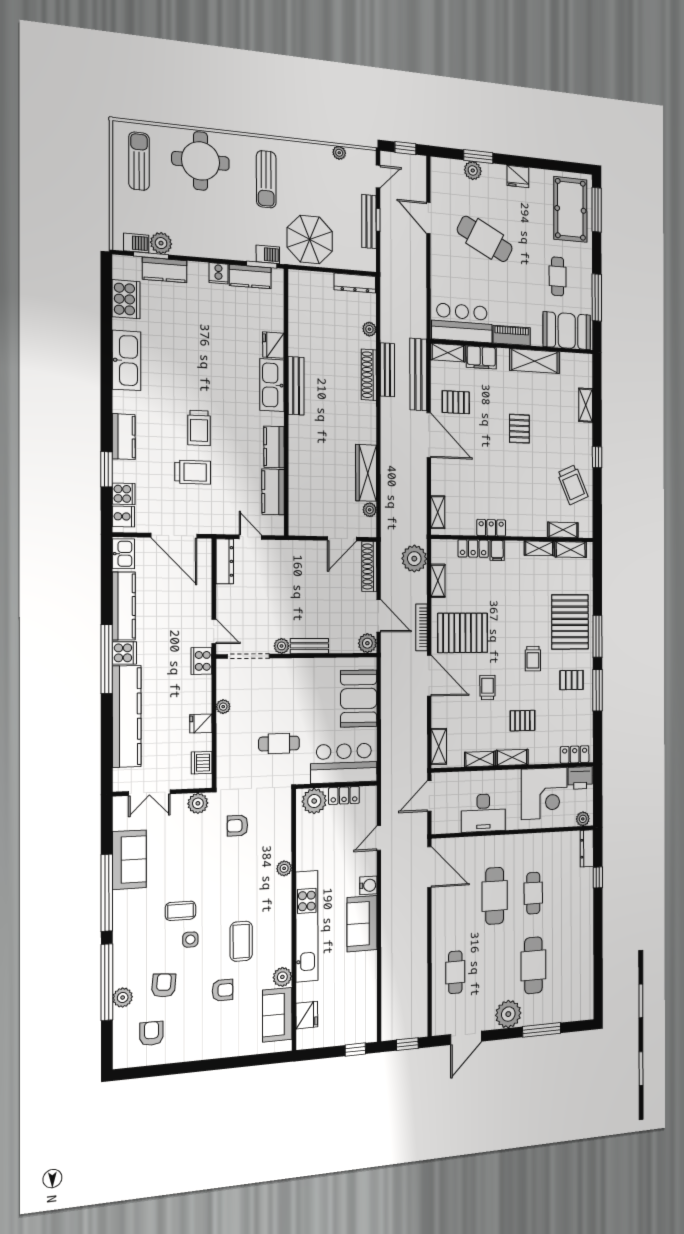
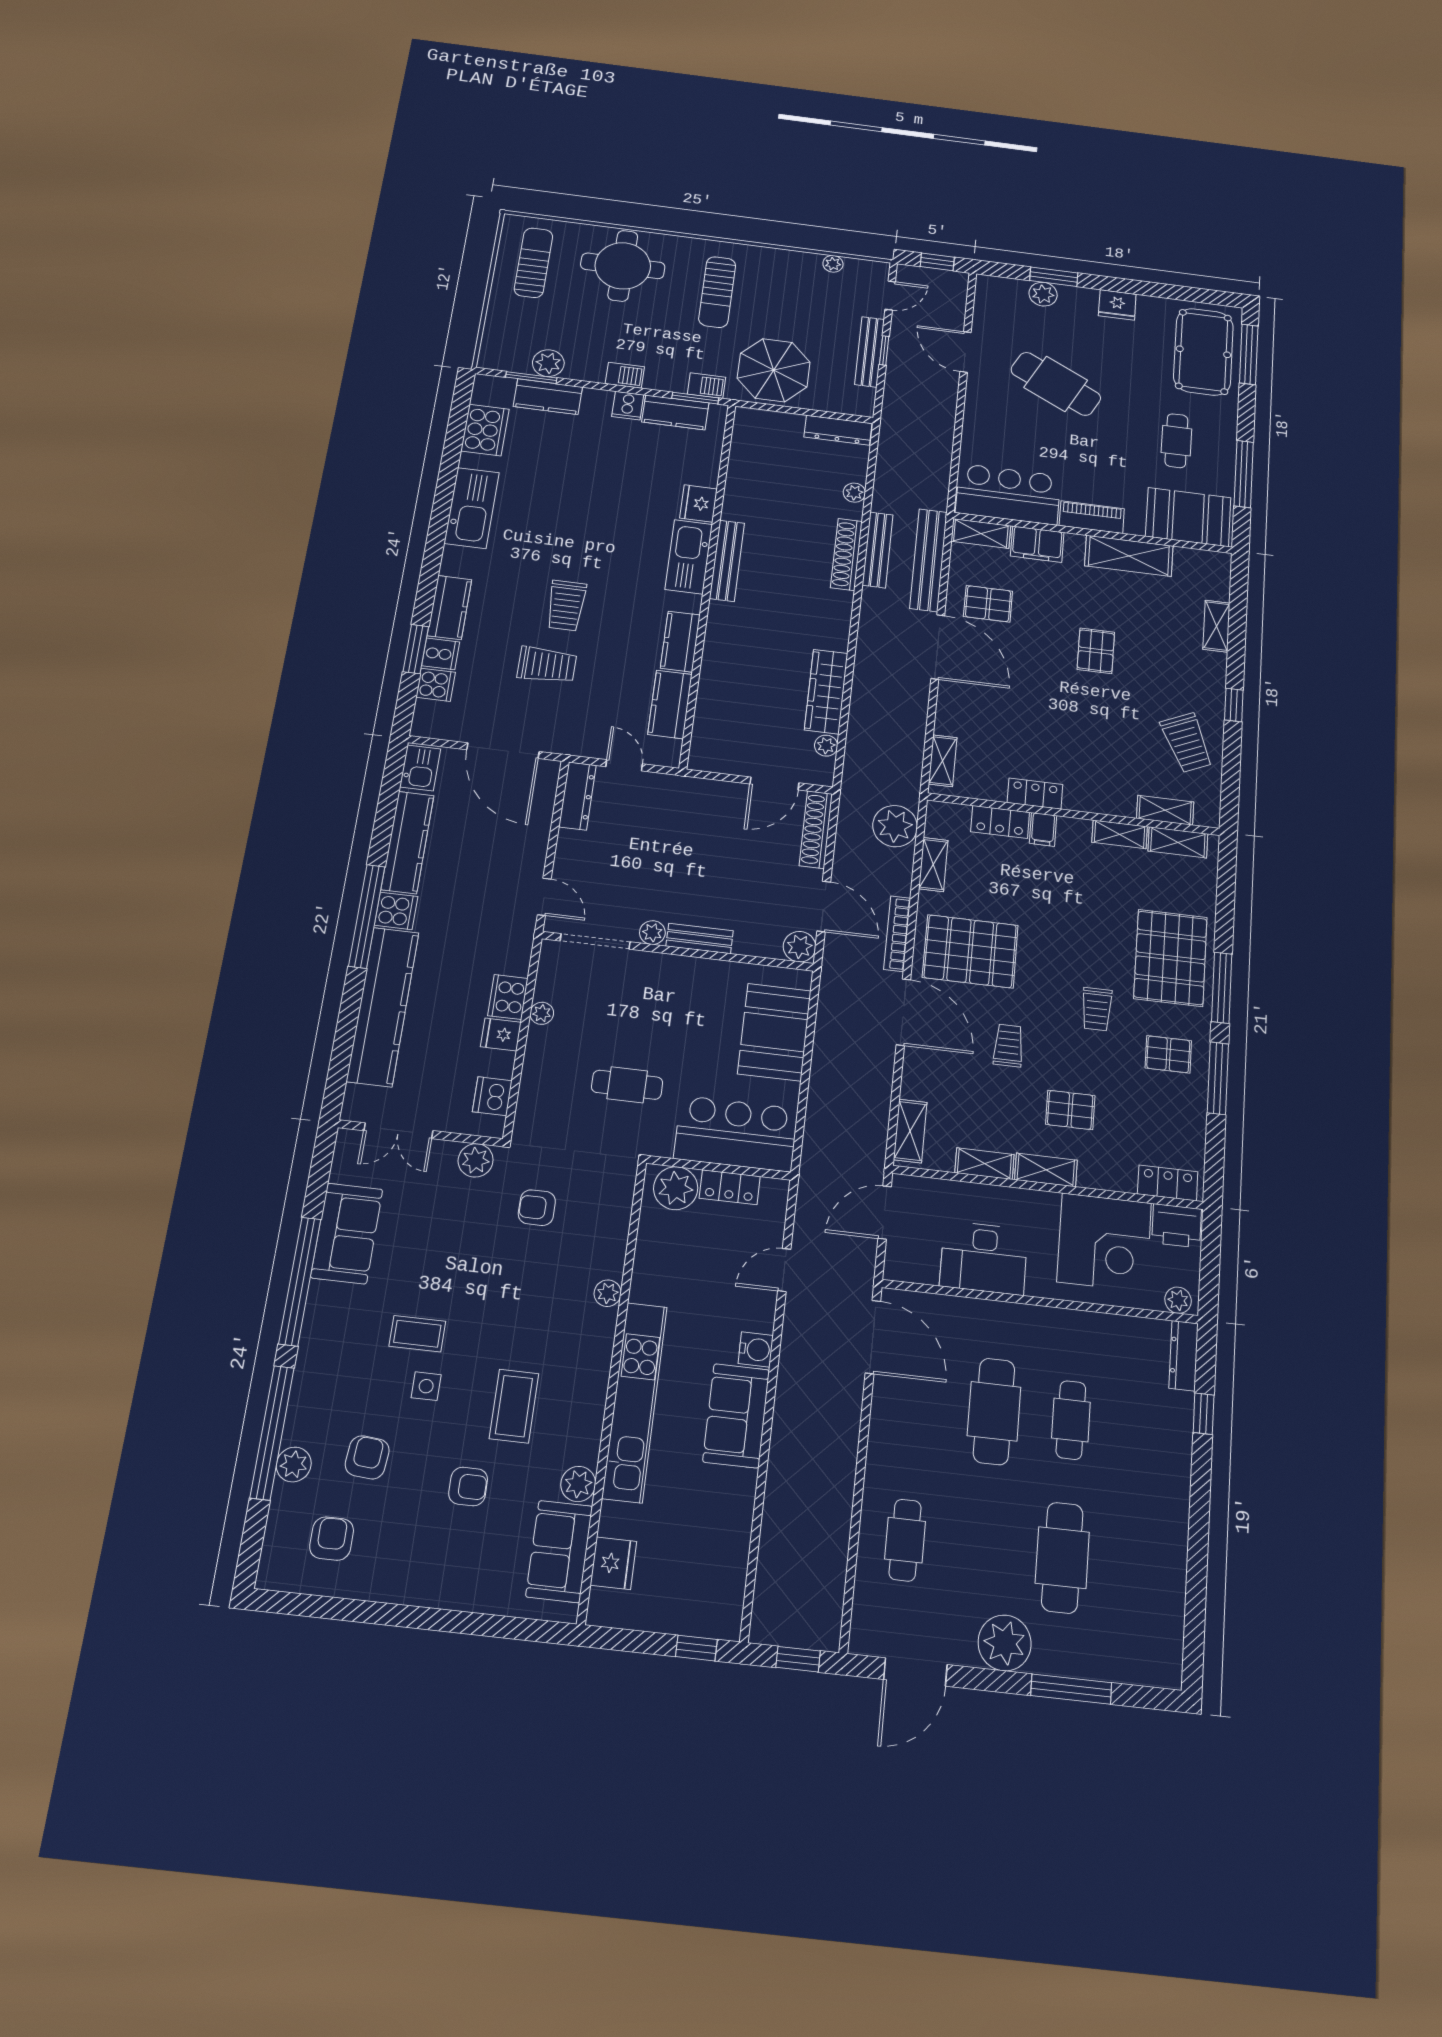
barbecue: (136, 243) -> (625, 375), moved
cooker: (123, 516) -> (441, 654), moved
cooker: (202, 661) -> (508, 997), moved

